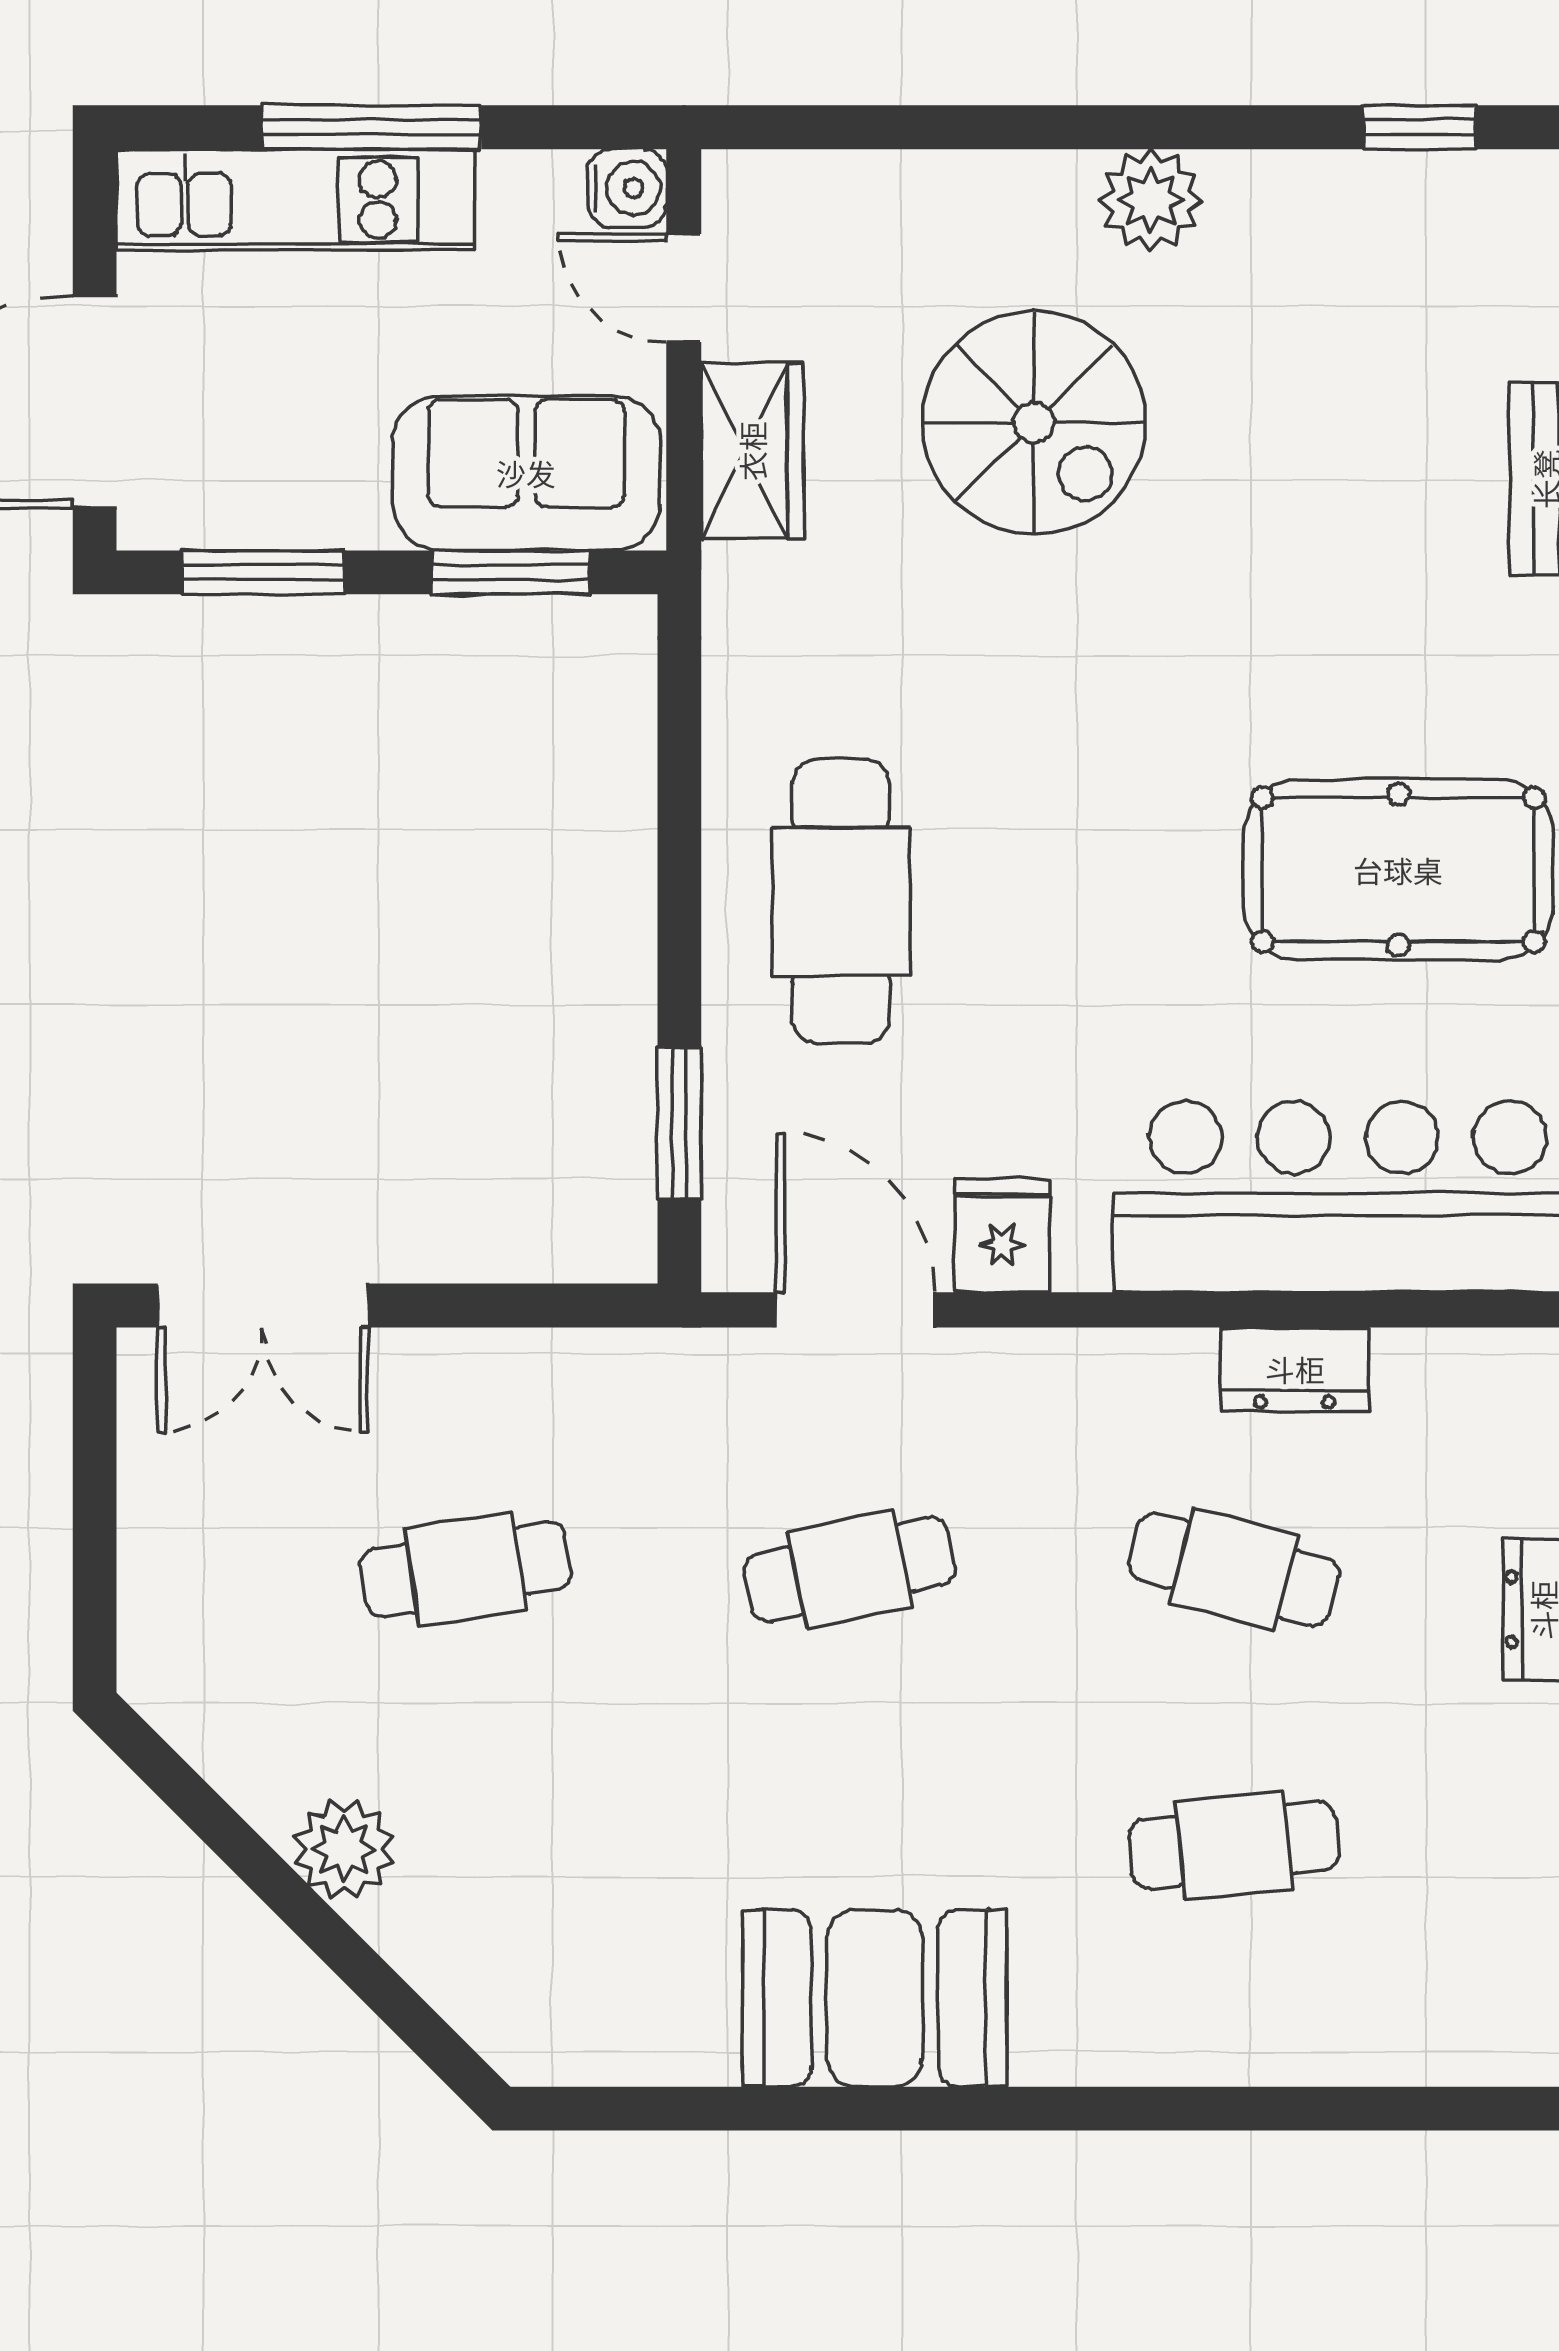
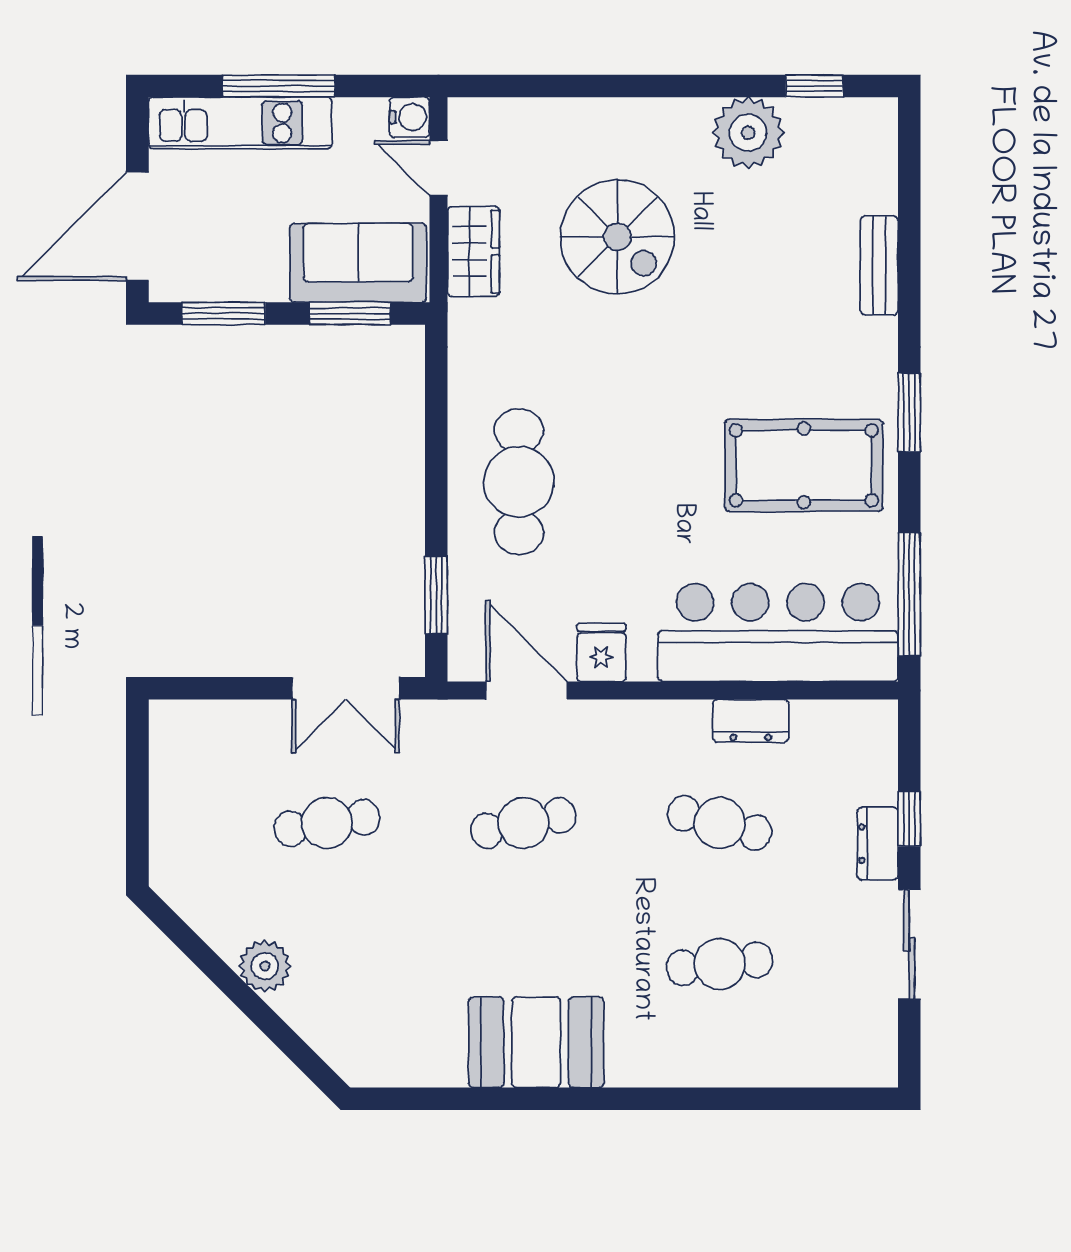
plant: (1151, 200) -> (748, 133), moved, width x1.36, depth x1.36
double door: (263, 1306) -> (346, 688), moved

